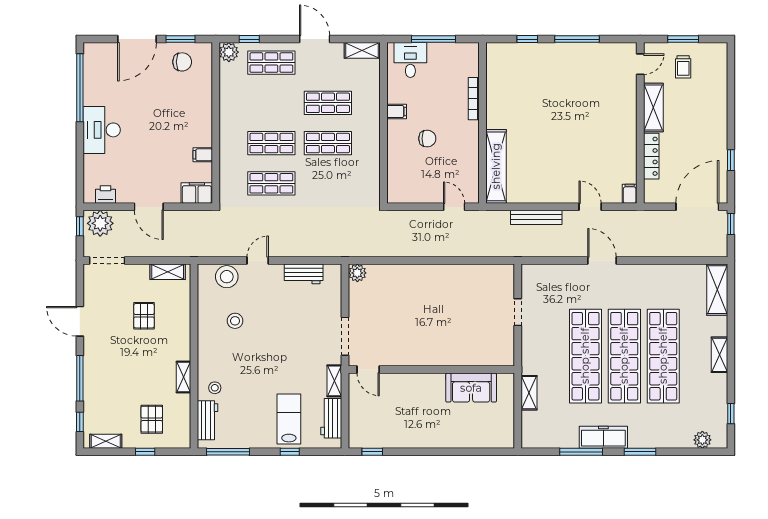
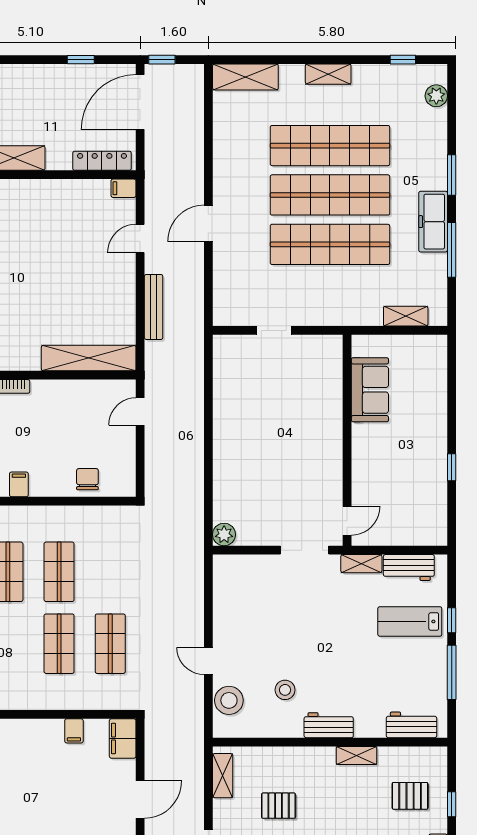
chair: (427, 139) -> (87, 479), moved
locker: (651, 156) -> (102, 161), moved
door: (697, 207) -> (140, 102), hinge flipped
workbench: (304, 274) -> (329, 725), moved, turned -90
stool: (215, 388) -> (370, 716), removed
shelving: (529, 393) -> (406, 316), moved
window: (228, 452) -> (452, 672), moved
window: (372, 452) -> (452, 467), moved

